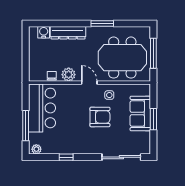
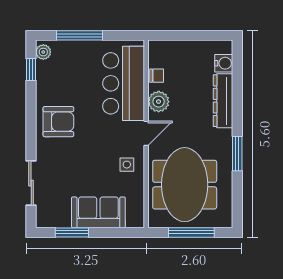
bar counter: (42, 108) -> (124, 83), moved, turned 90
armchair: (100, 117) -> (58, 122), moved, turned -90
window: (153, 119) -> (72, 232), moved
window: (66, 157) -> (31, 69), moved
sliding door: (121, 157) -> (31, 183), width x0.73

